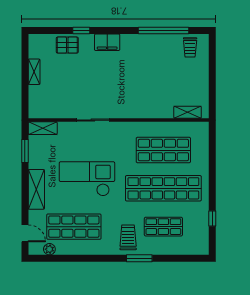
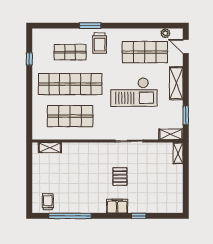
pallet: (67, 45) -> (120, 177), moved, turned 90
shelving: (34, 72) -> (178, 153), moved

